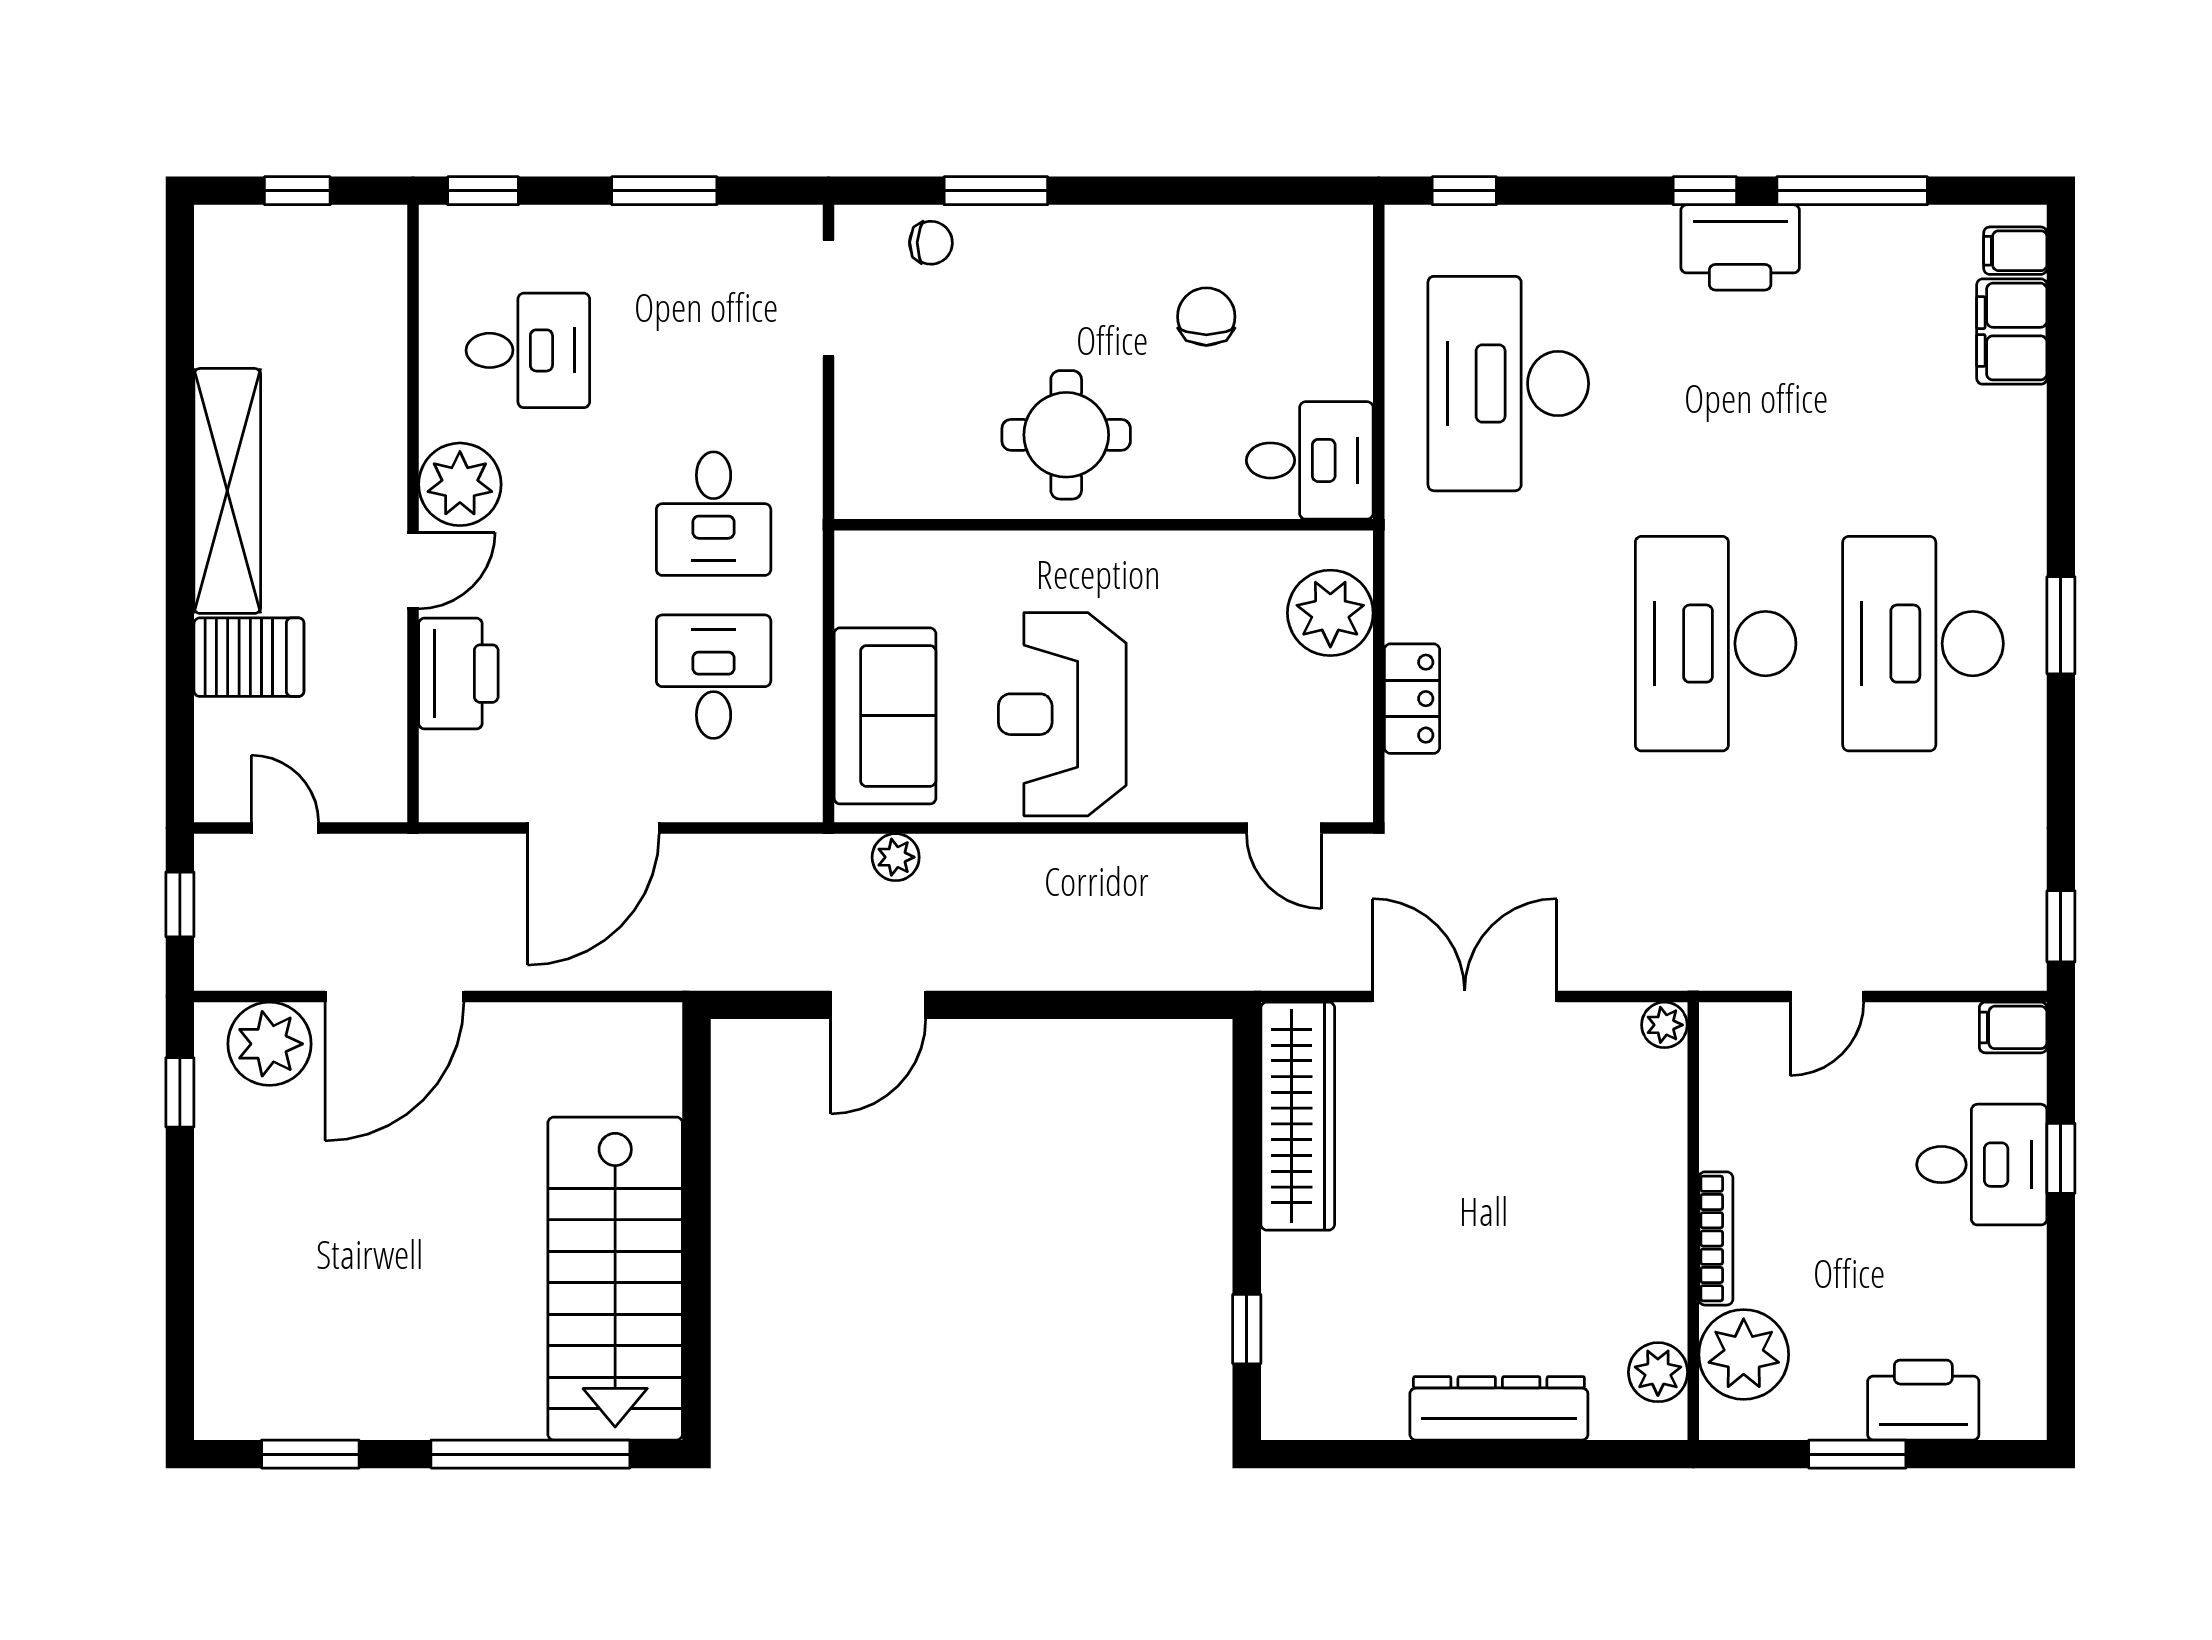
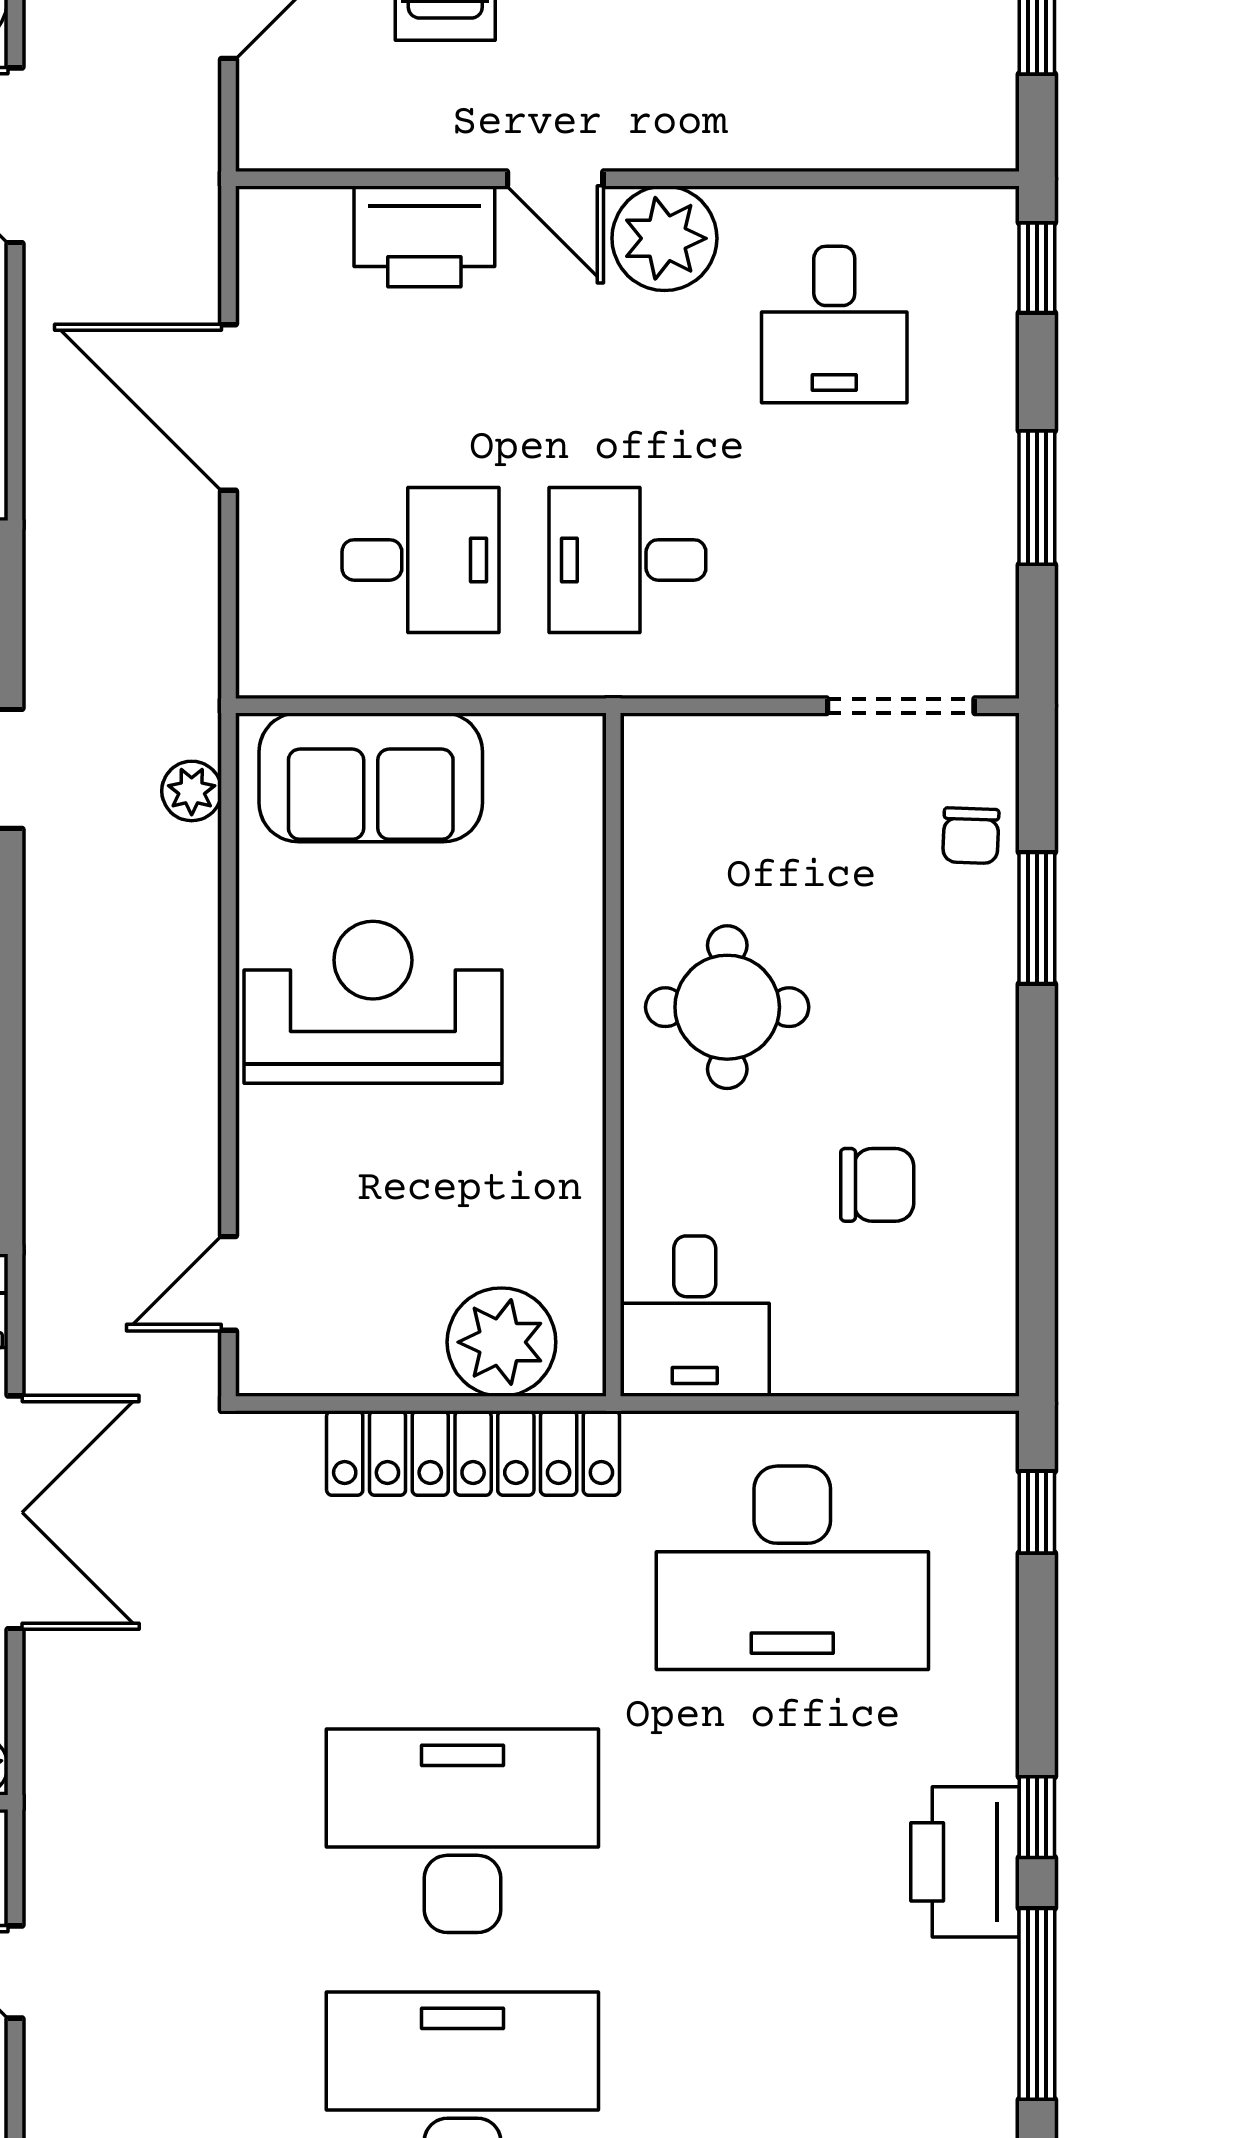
desk: (1508, 384) -> (792, 1568), turned 180
locker: (1412, 699) -> (473, 1453), width x2.16, depth x1.21

